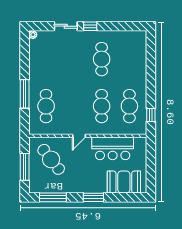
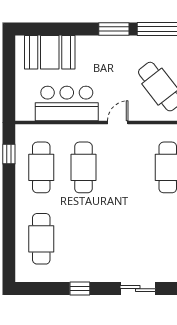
window: (90, 26) -> (80, 289), moved
cafe table: (102, 59) -> (41, 239), moved
window: (93, 197) -> (114, 29), moved

